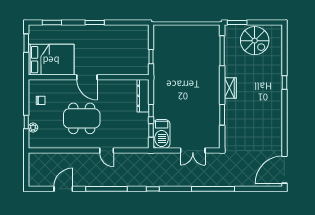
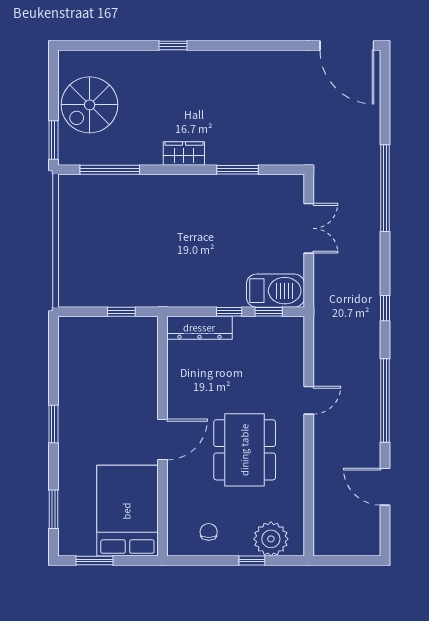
spiral stairs: (255, 41) -> (90, 105), turned 180
plant: (33, 128) -> (271, 539), width x1.88, depth x1.88

